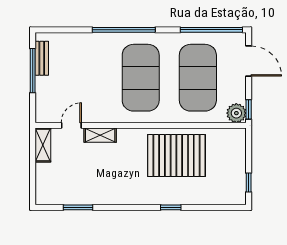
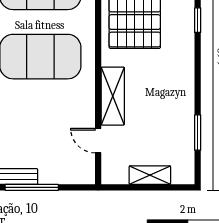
shelving: (100, 135) -> (113, 96), width x1.50, depth x1.33
shelving: (43, 145) -> (150, 175), moved

